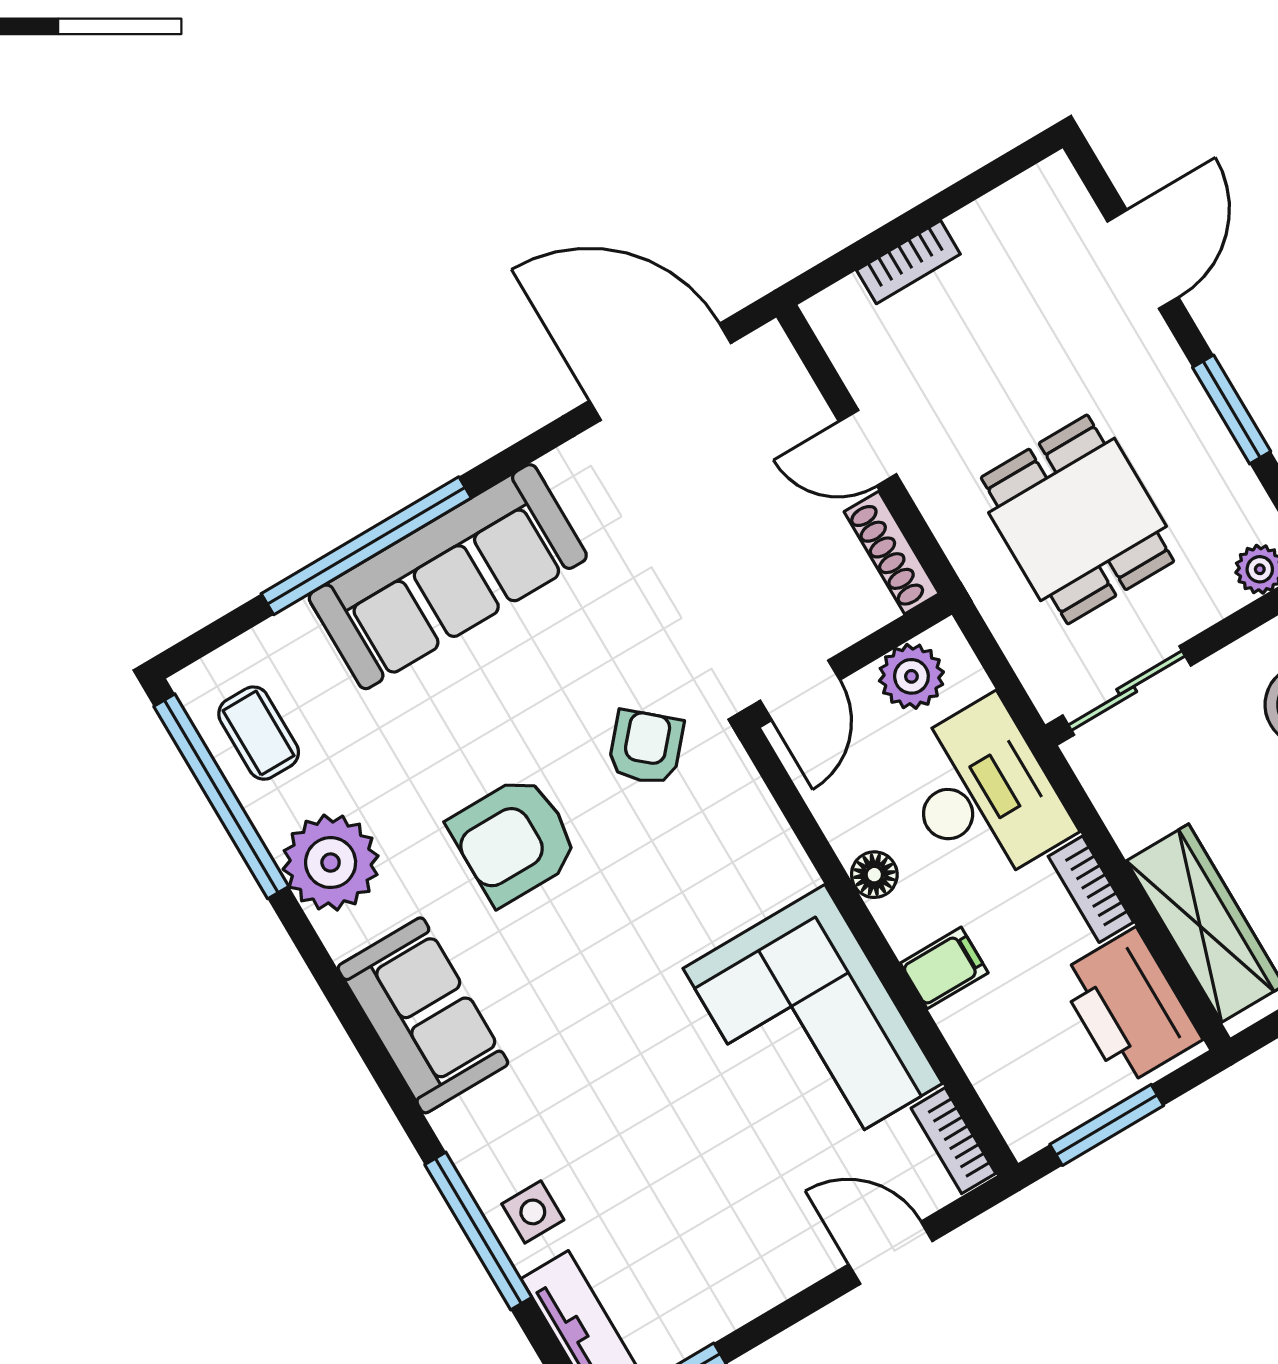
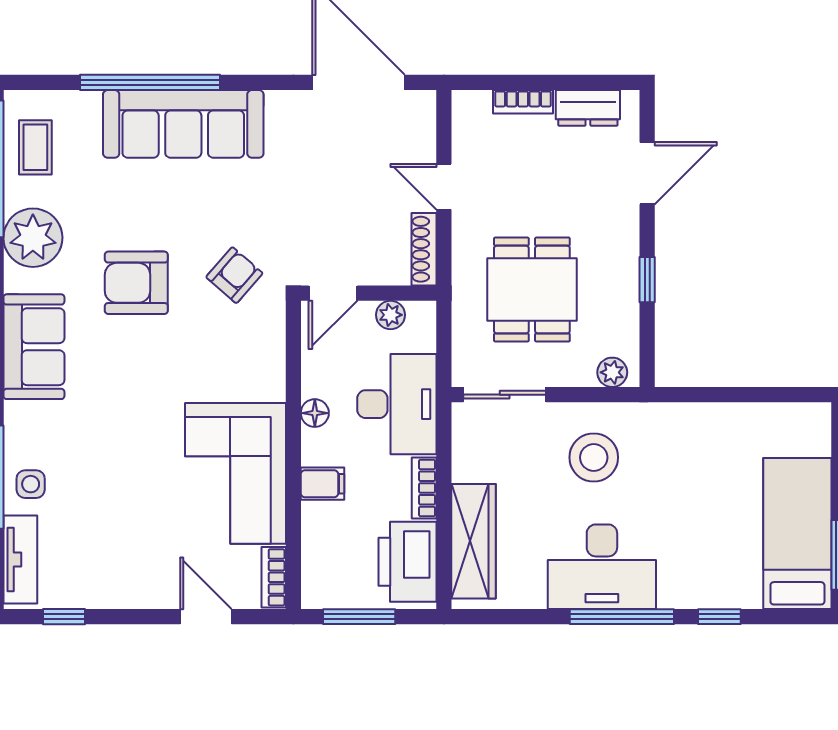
dresser: (1005, 217) -> (588, 108), added
window: (1232, 409) -> (647, 280), width x0.67
plant: (911, 676) -> (391, 315), width x0.73, depth x0.73

